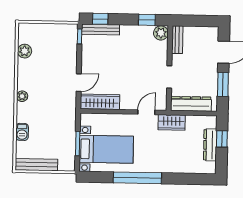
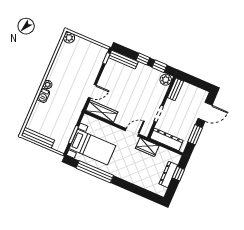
window: (100, 19) -> (143, 59), moved
plant: (25, 51) -> (69, 38), moved
barbecue: (22, 132) -> (43, 95), moved
window: (137, 178) -> (95, 172), moved

